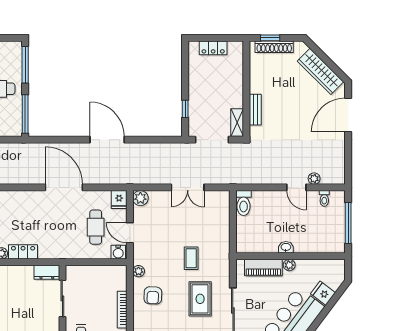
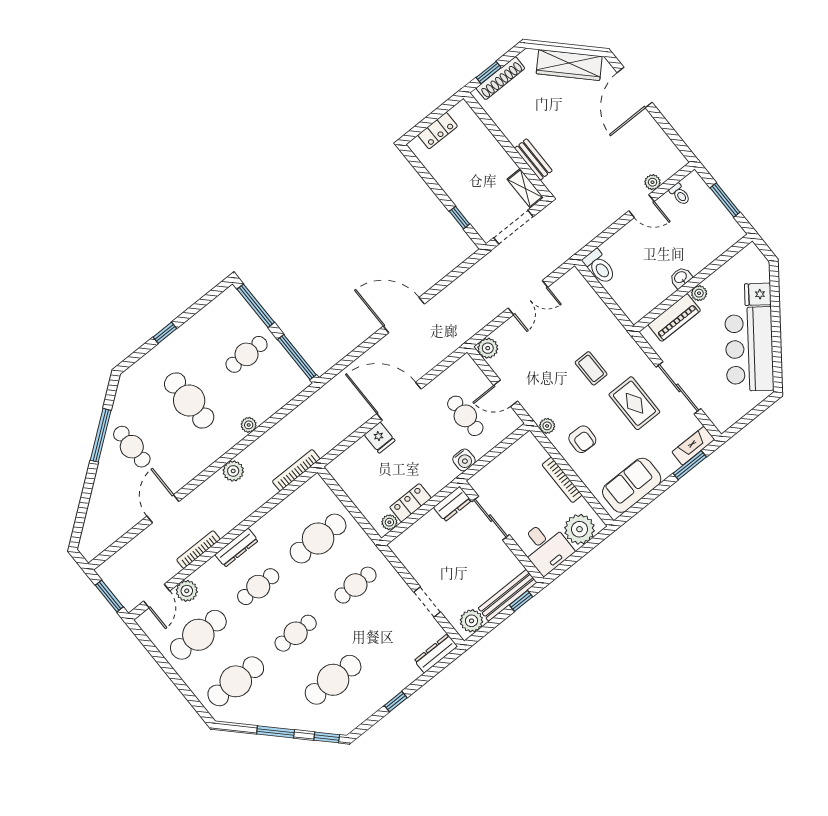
fridge: (119, 200) -> (380, 438), moved
window: (348, 223) -> (725, 200), width x0.69
water cooler: (118, 252) -> (464, 460), moved

